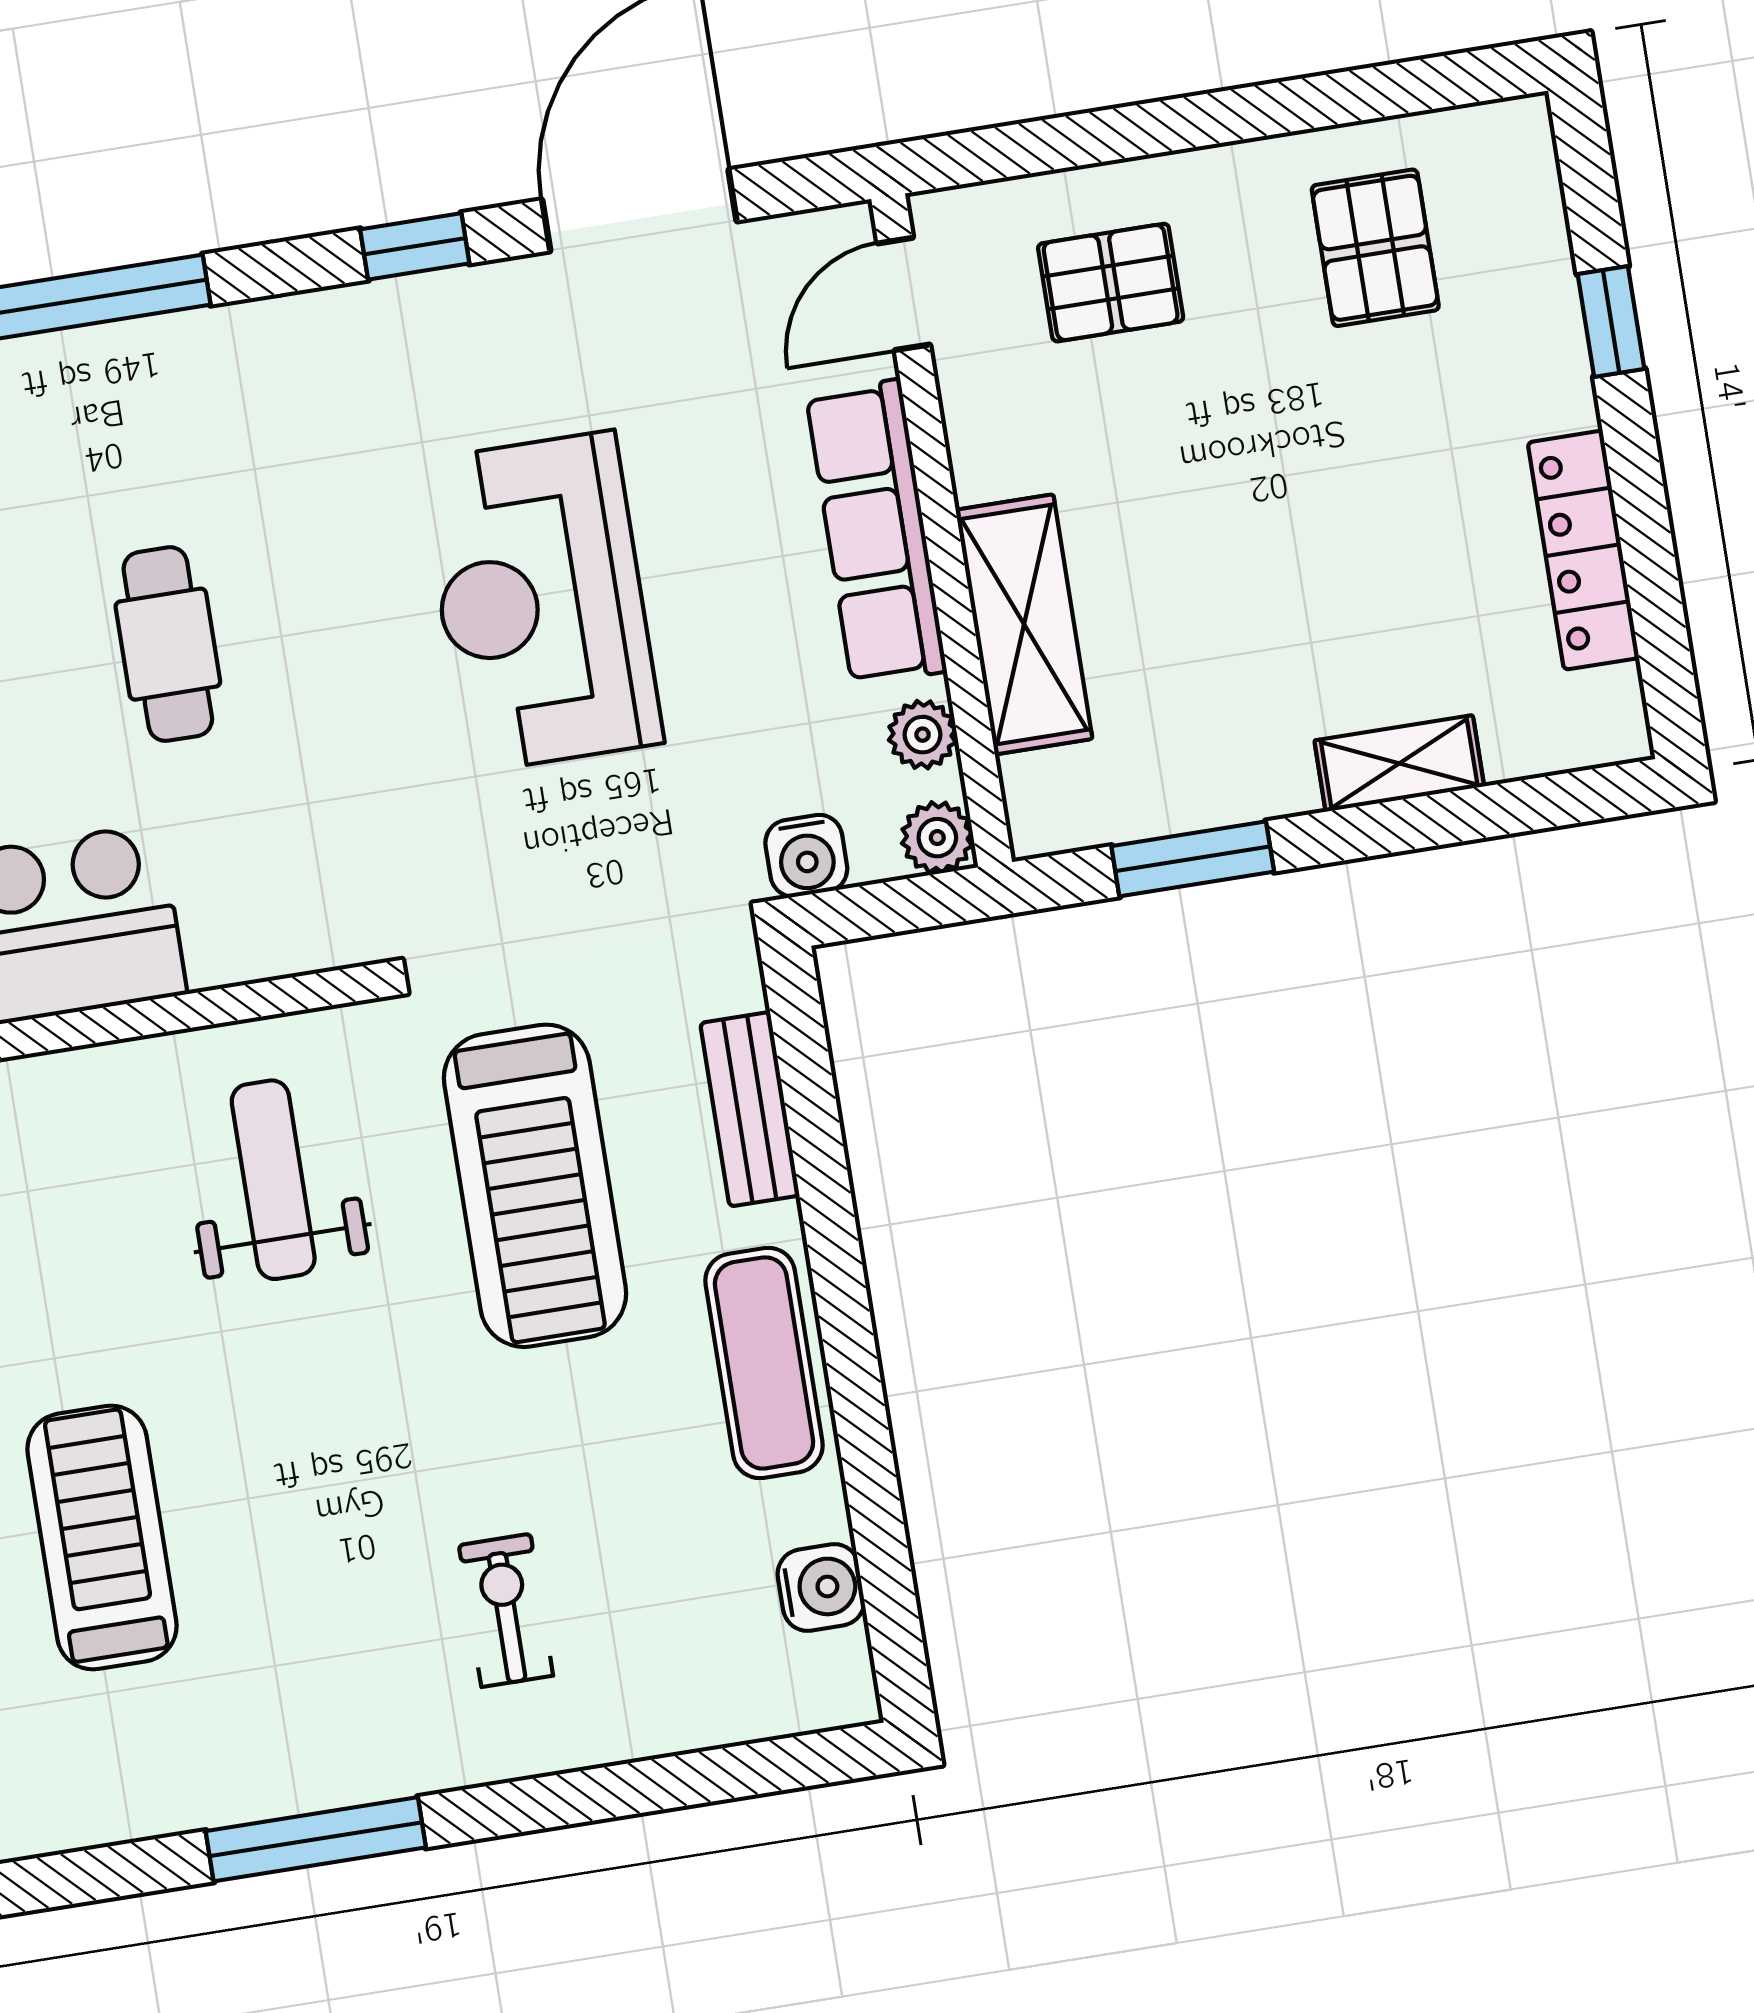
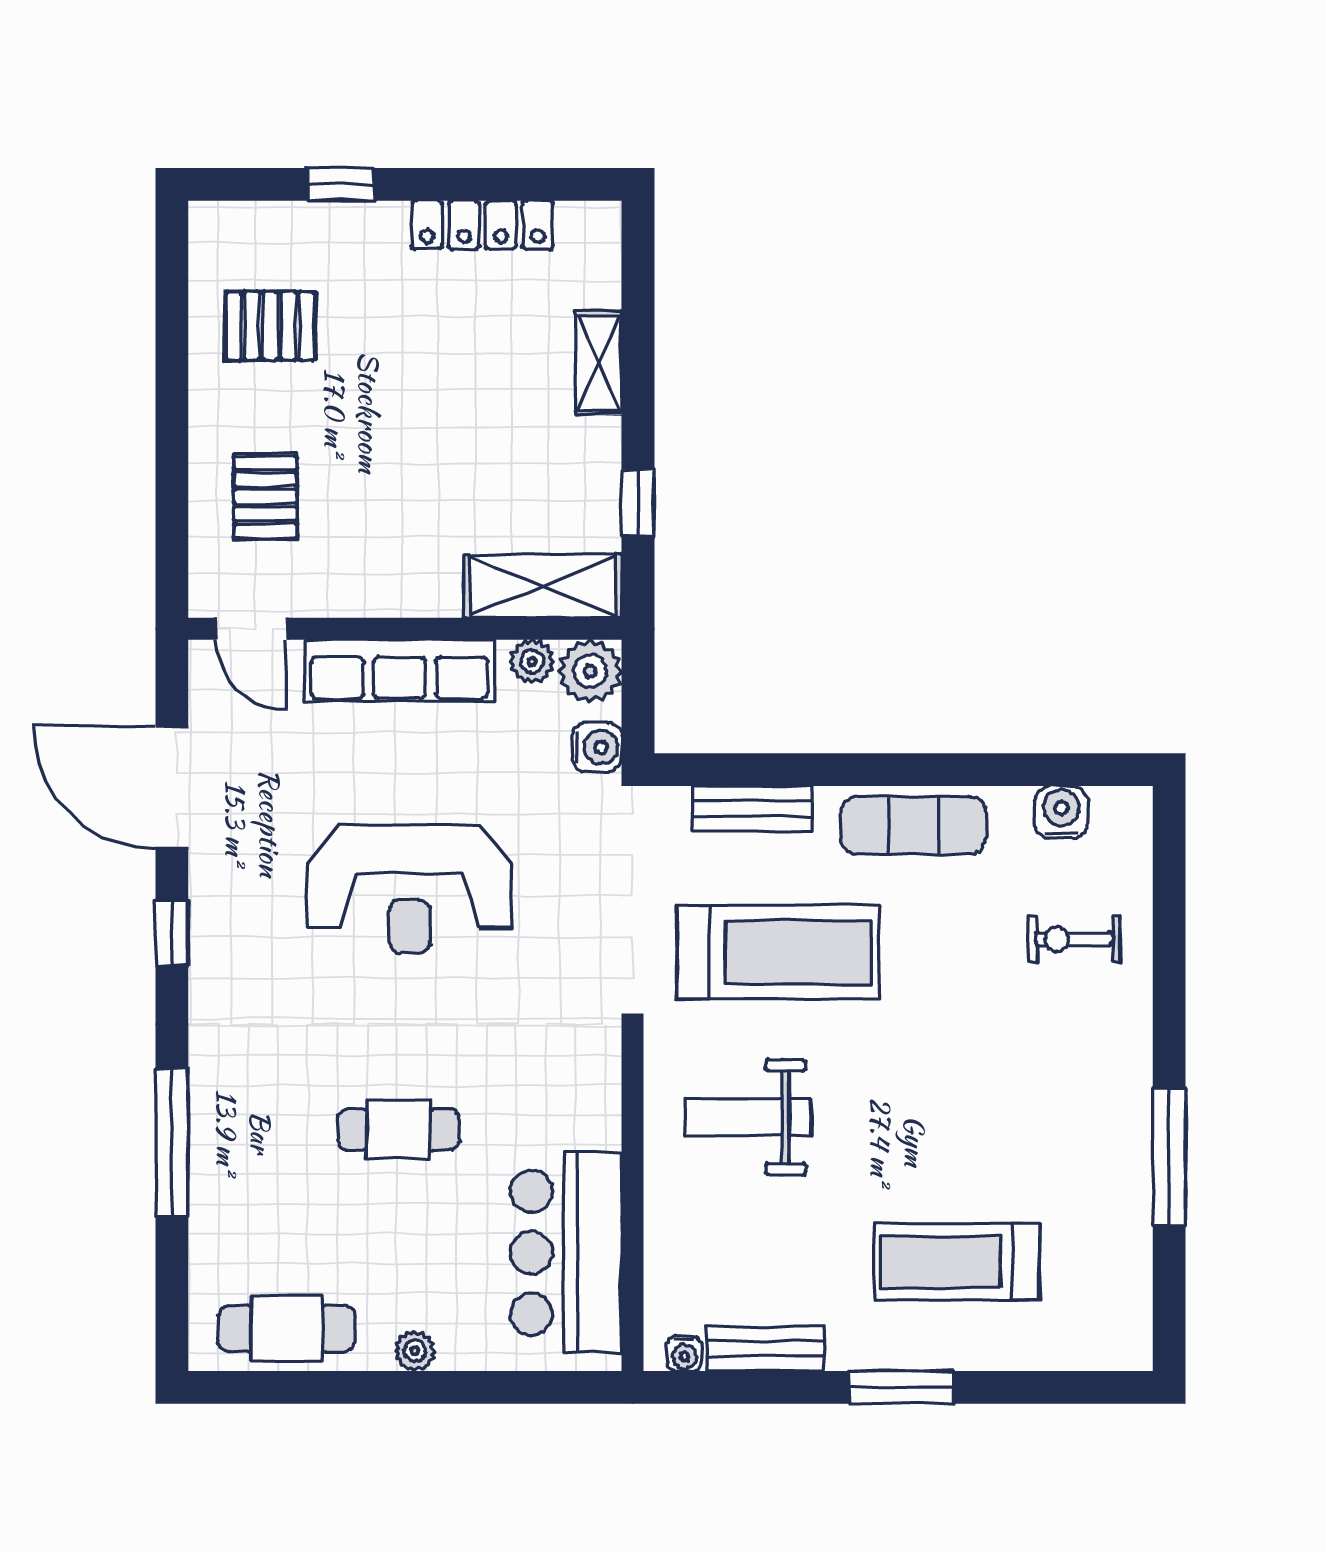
shelving: (1024, 624) -> (542, 586), moved
plant: (937, 838) -> (590, 671), width x1.38, depth x1.38
window: (1193, 859) -> (638, 503), width x0.67
exercise bike: (506, 1610) -> (1074, 939), moved

